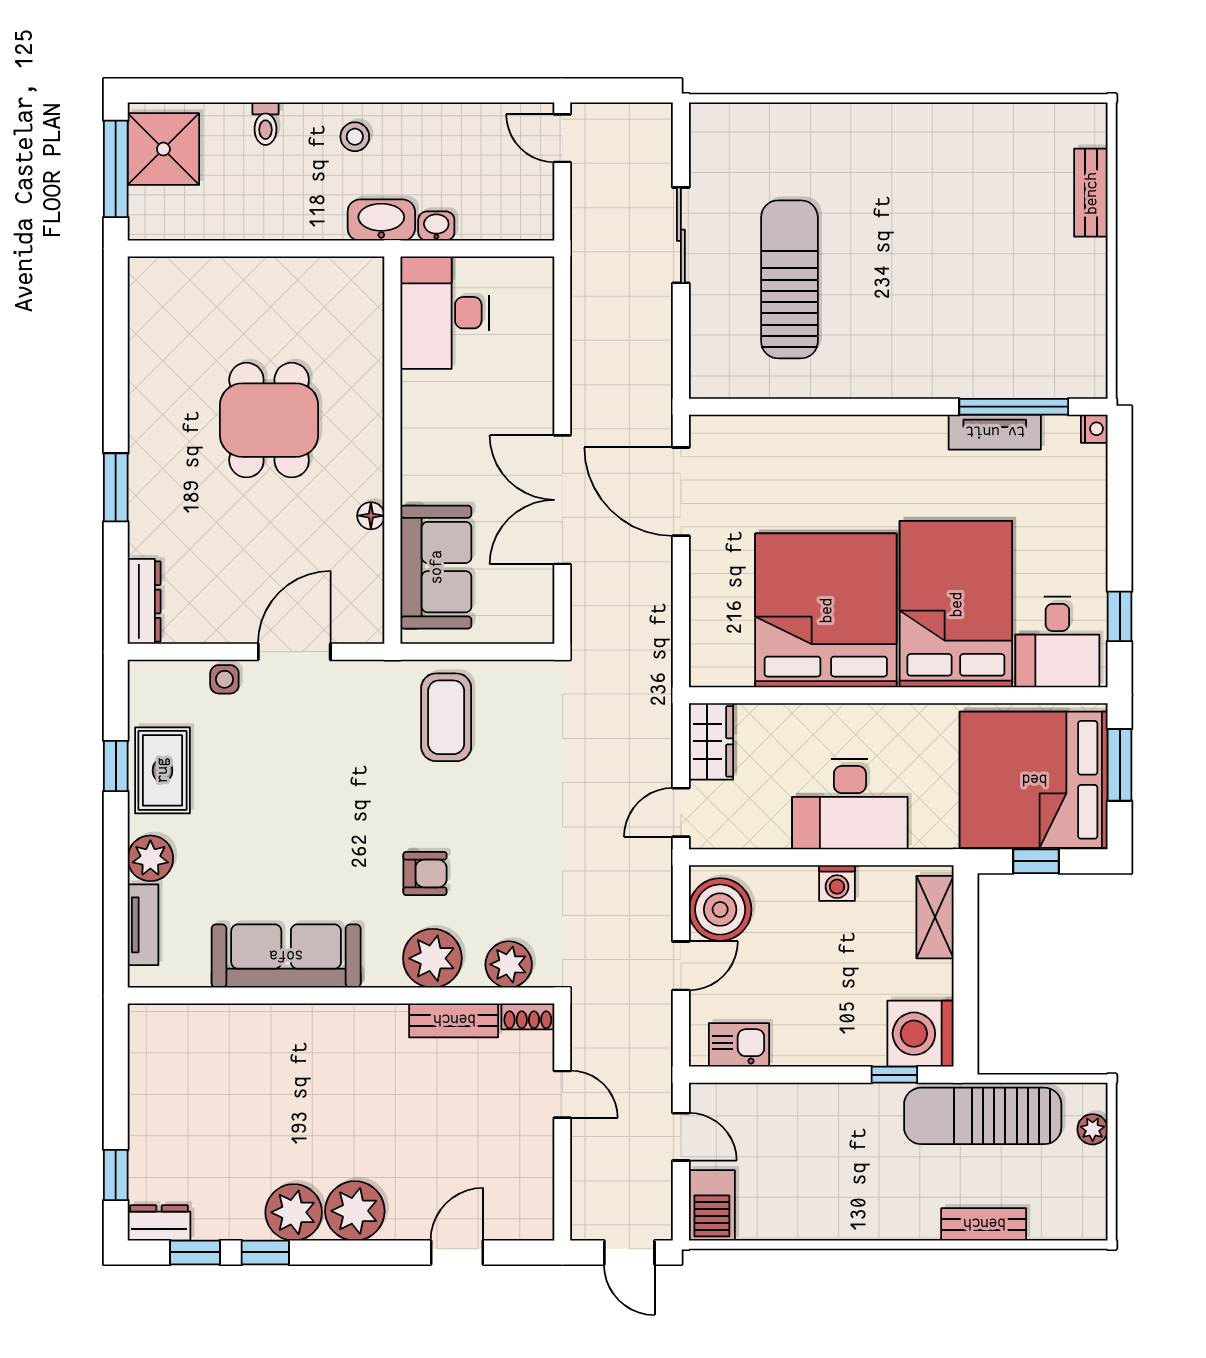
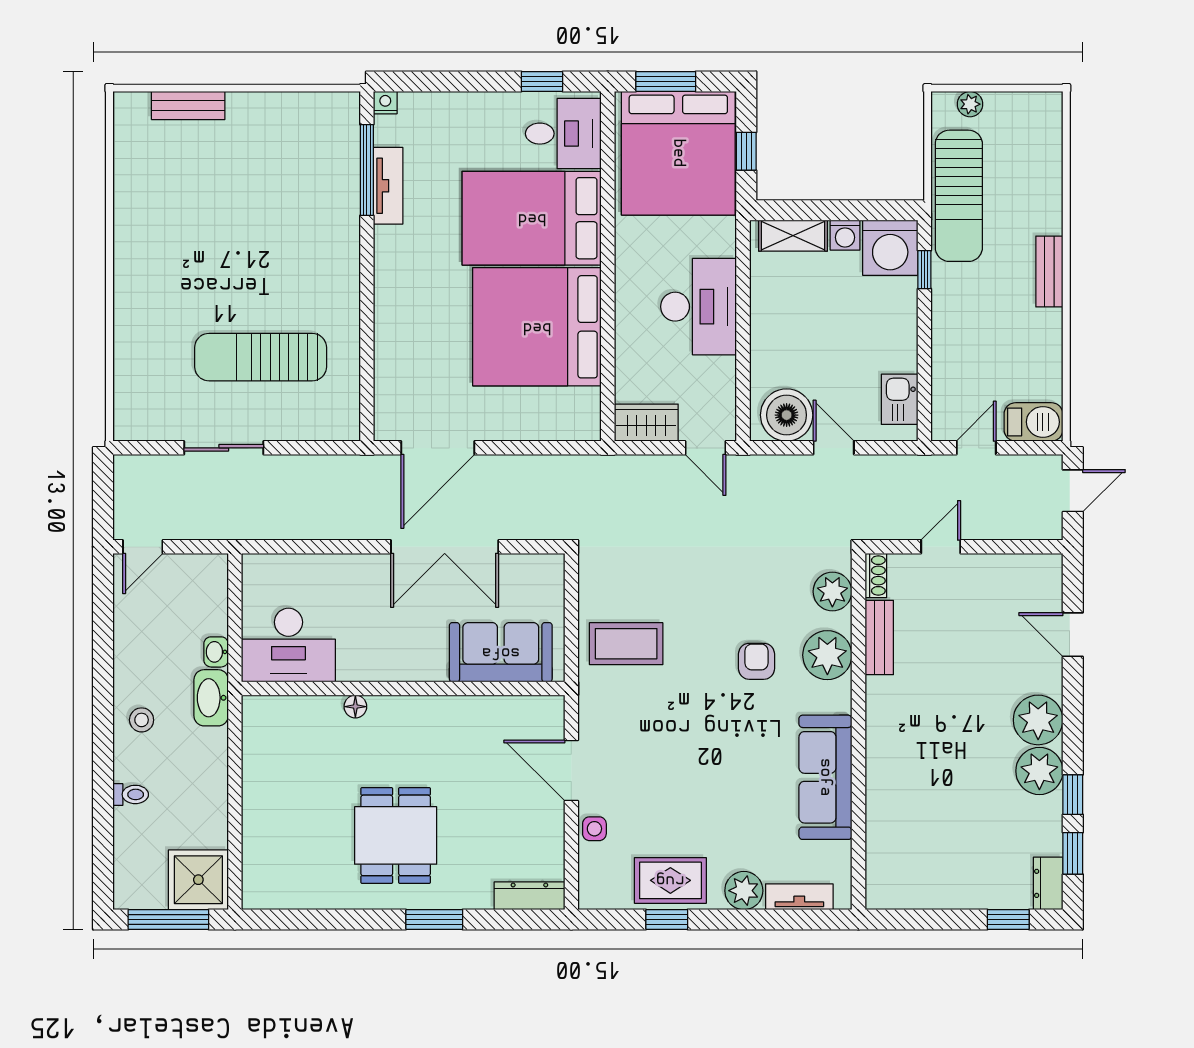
shower: (163, 149) -> (198, 880), moved
dining table: (269, 420) -> (396, 835), moved, turned 90
floor lamp: (371, 516) -> (355, 707), moved
washing machine: (837, 883) -> (845, 235), moved, turned 90
bench: (984, 1224) -> (1049, 272), moved

